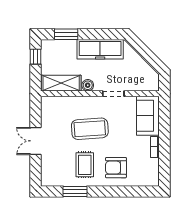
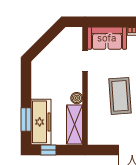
freezer: (100, 49) -> (41, 122), moved
doorway: (113, 94) -> (85, 61), moved

